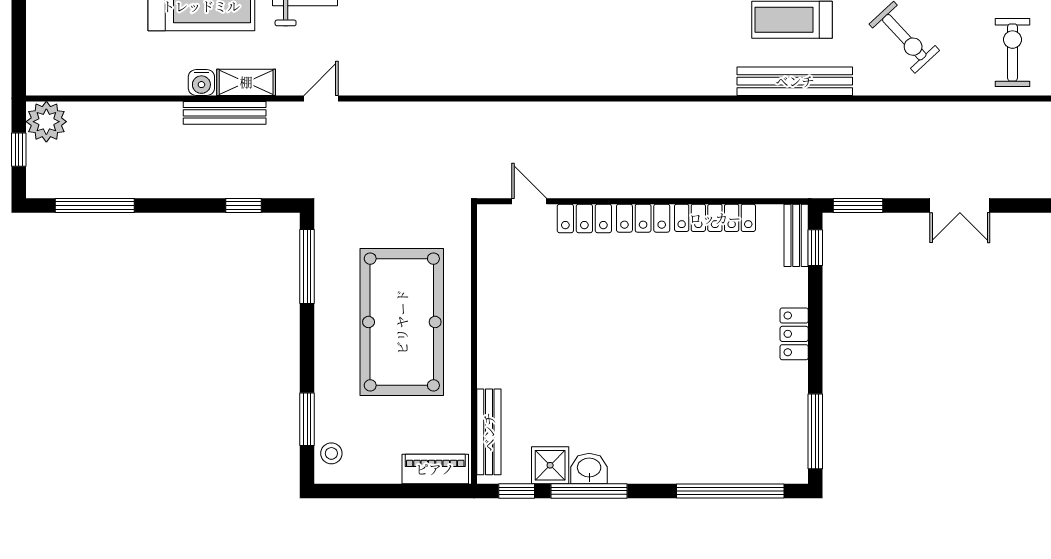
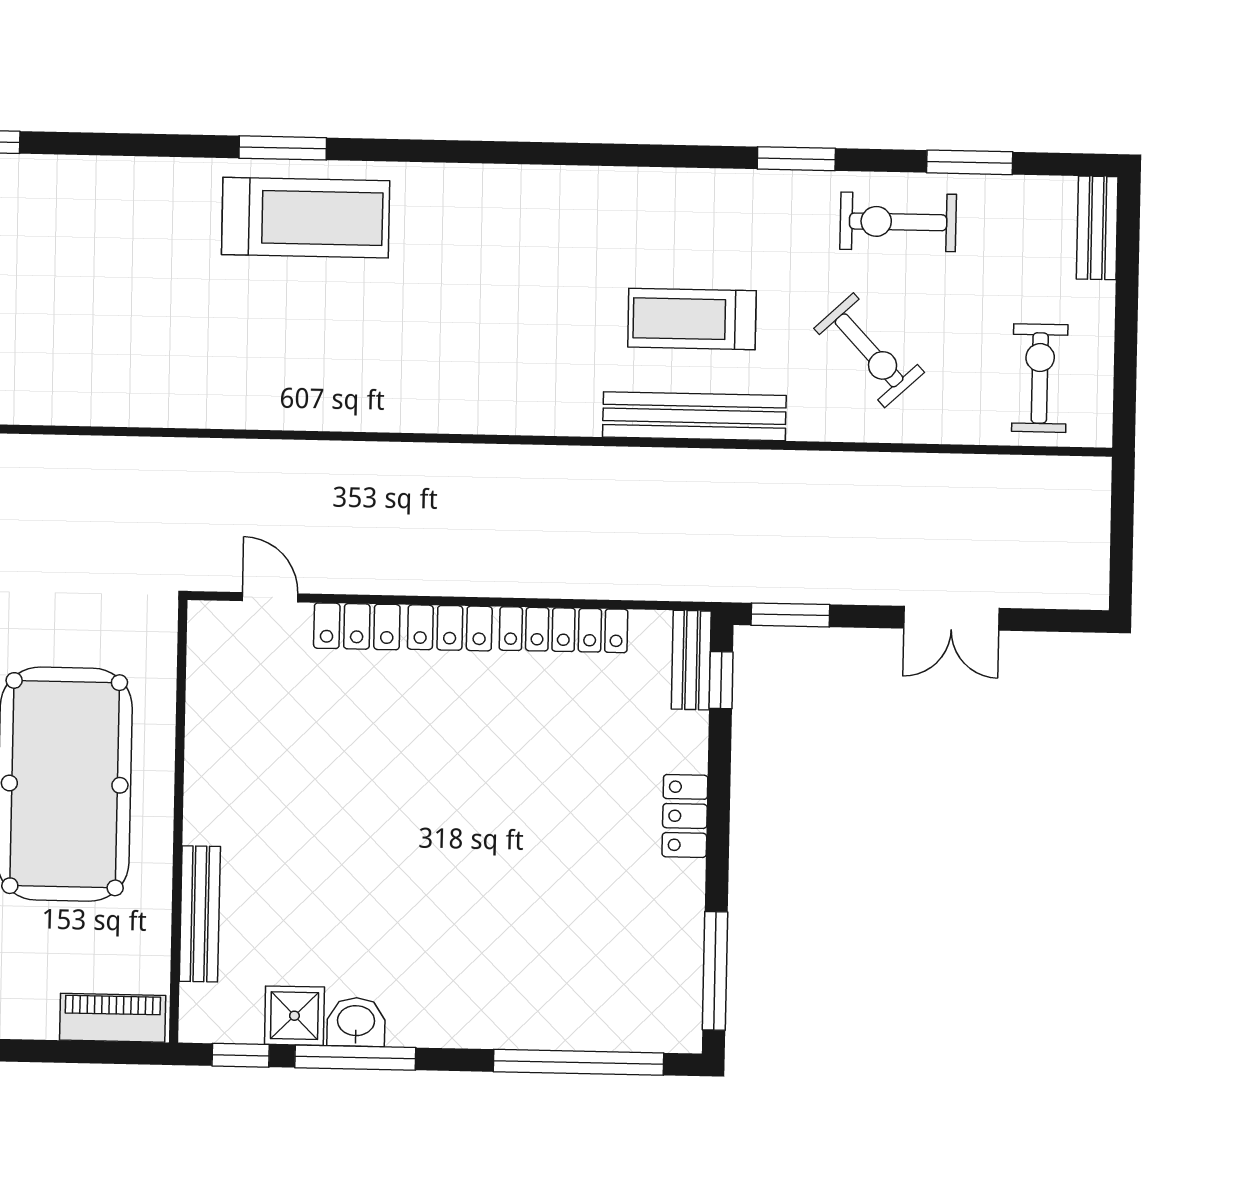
bench: (489, 432) -> (200, 914), moved

